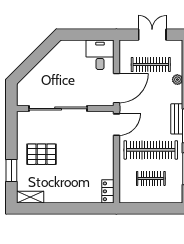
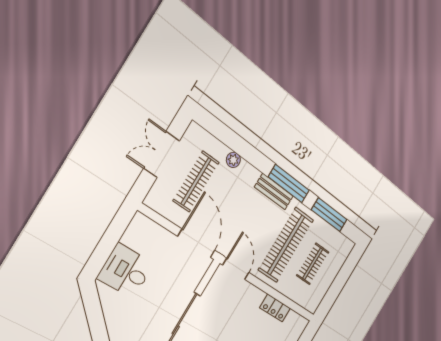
desk: (100, 55) -> (126, 271), moved
locker: (108, 191) -> (275, 308), moved

